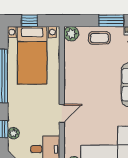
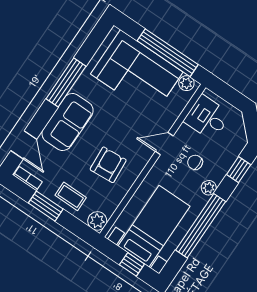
armchair: (89, 75) -> (108, 165), added
chair: (33, 115) -> (195, 162), added
plant: (13, 133) -> (209, 188), moved

